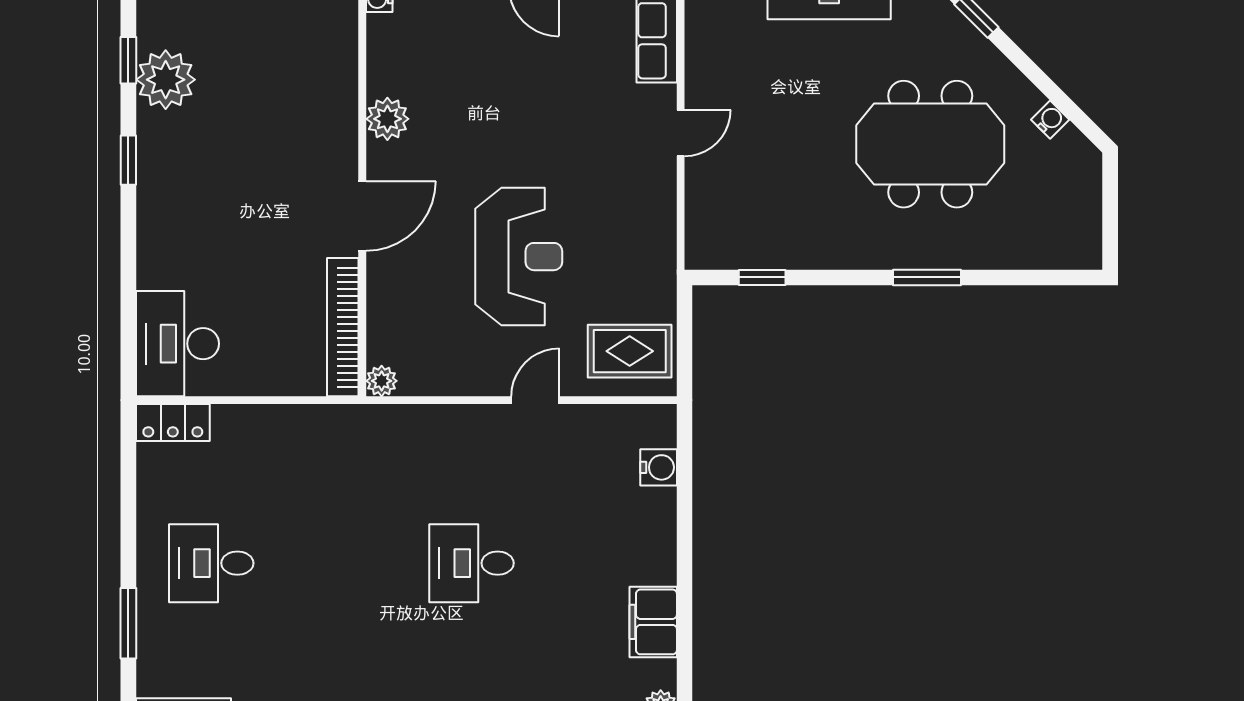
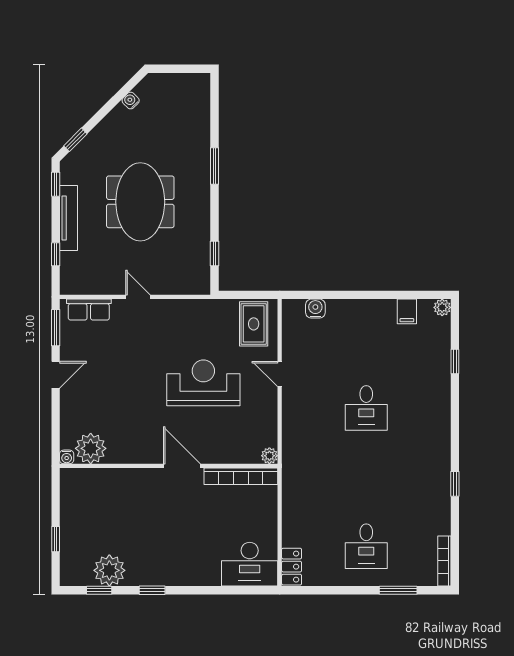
plant: (387, 119) -> (91, 448), moved, width x1.36, depth x1.36
meeting table: (930, 144) -> (140, 202), moved
filing cabinet: (653, 622) -> (407, 311), width x0.50

